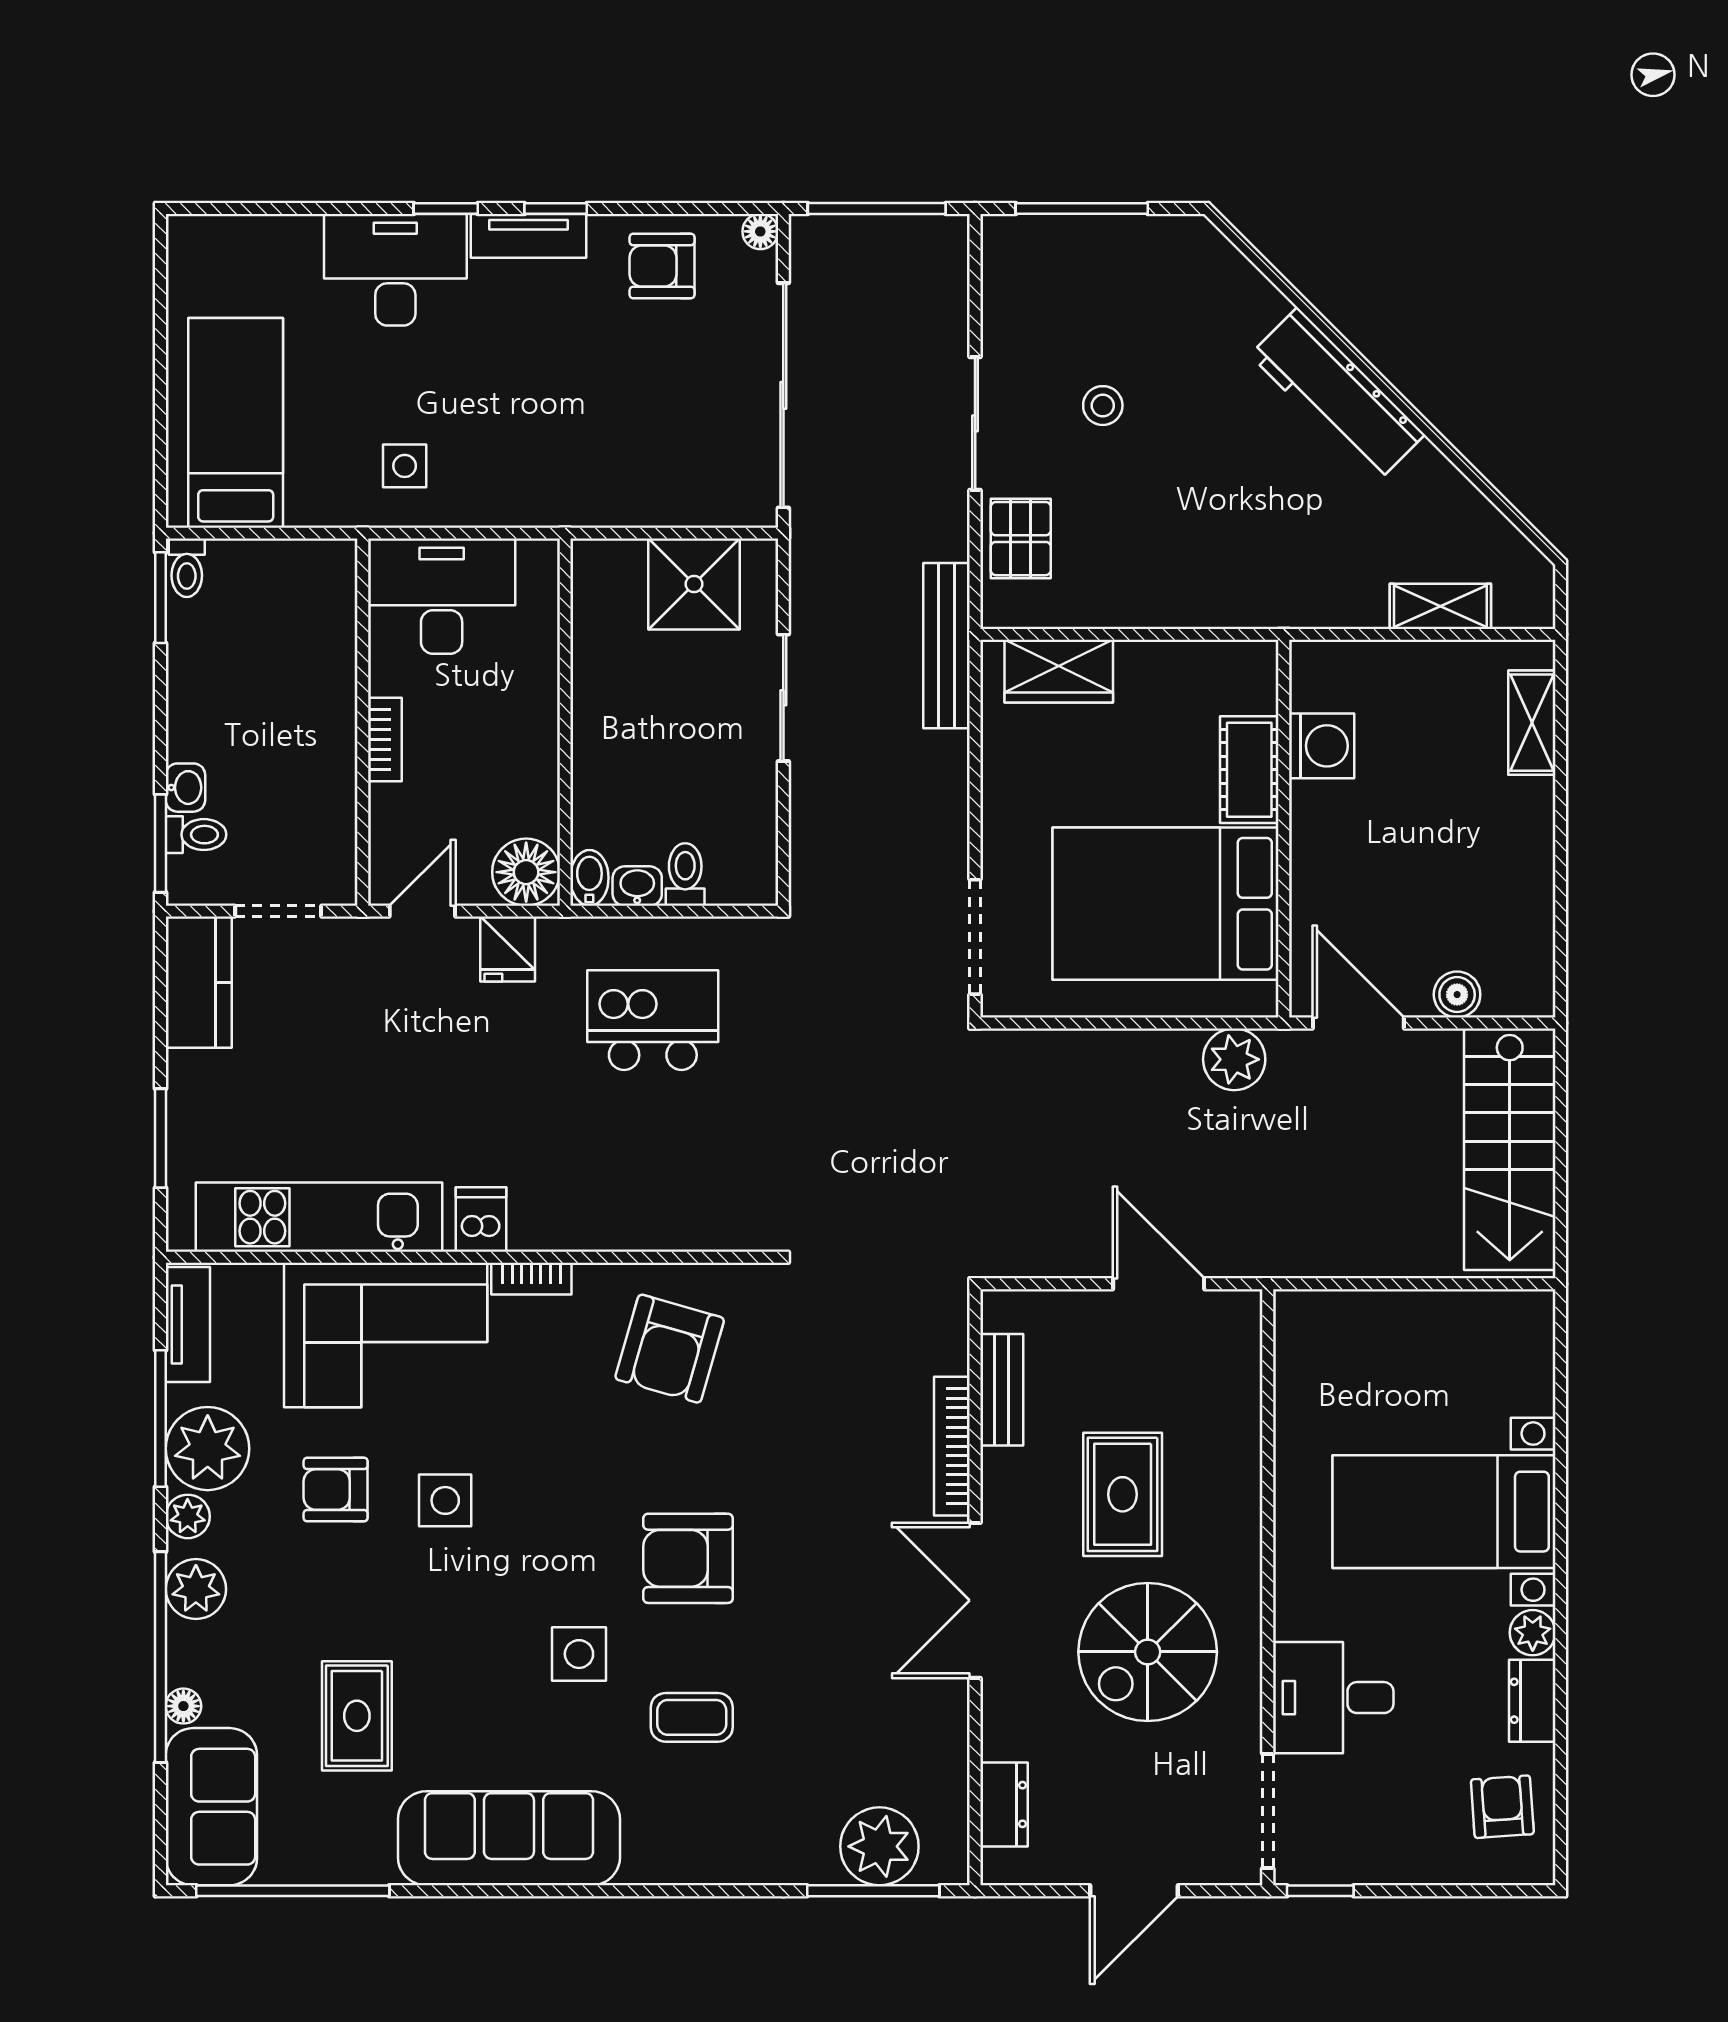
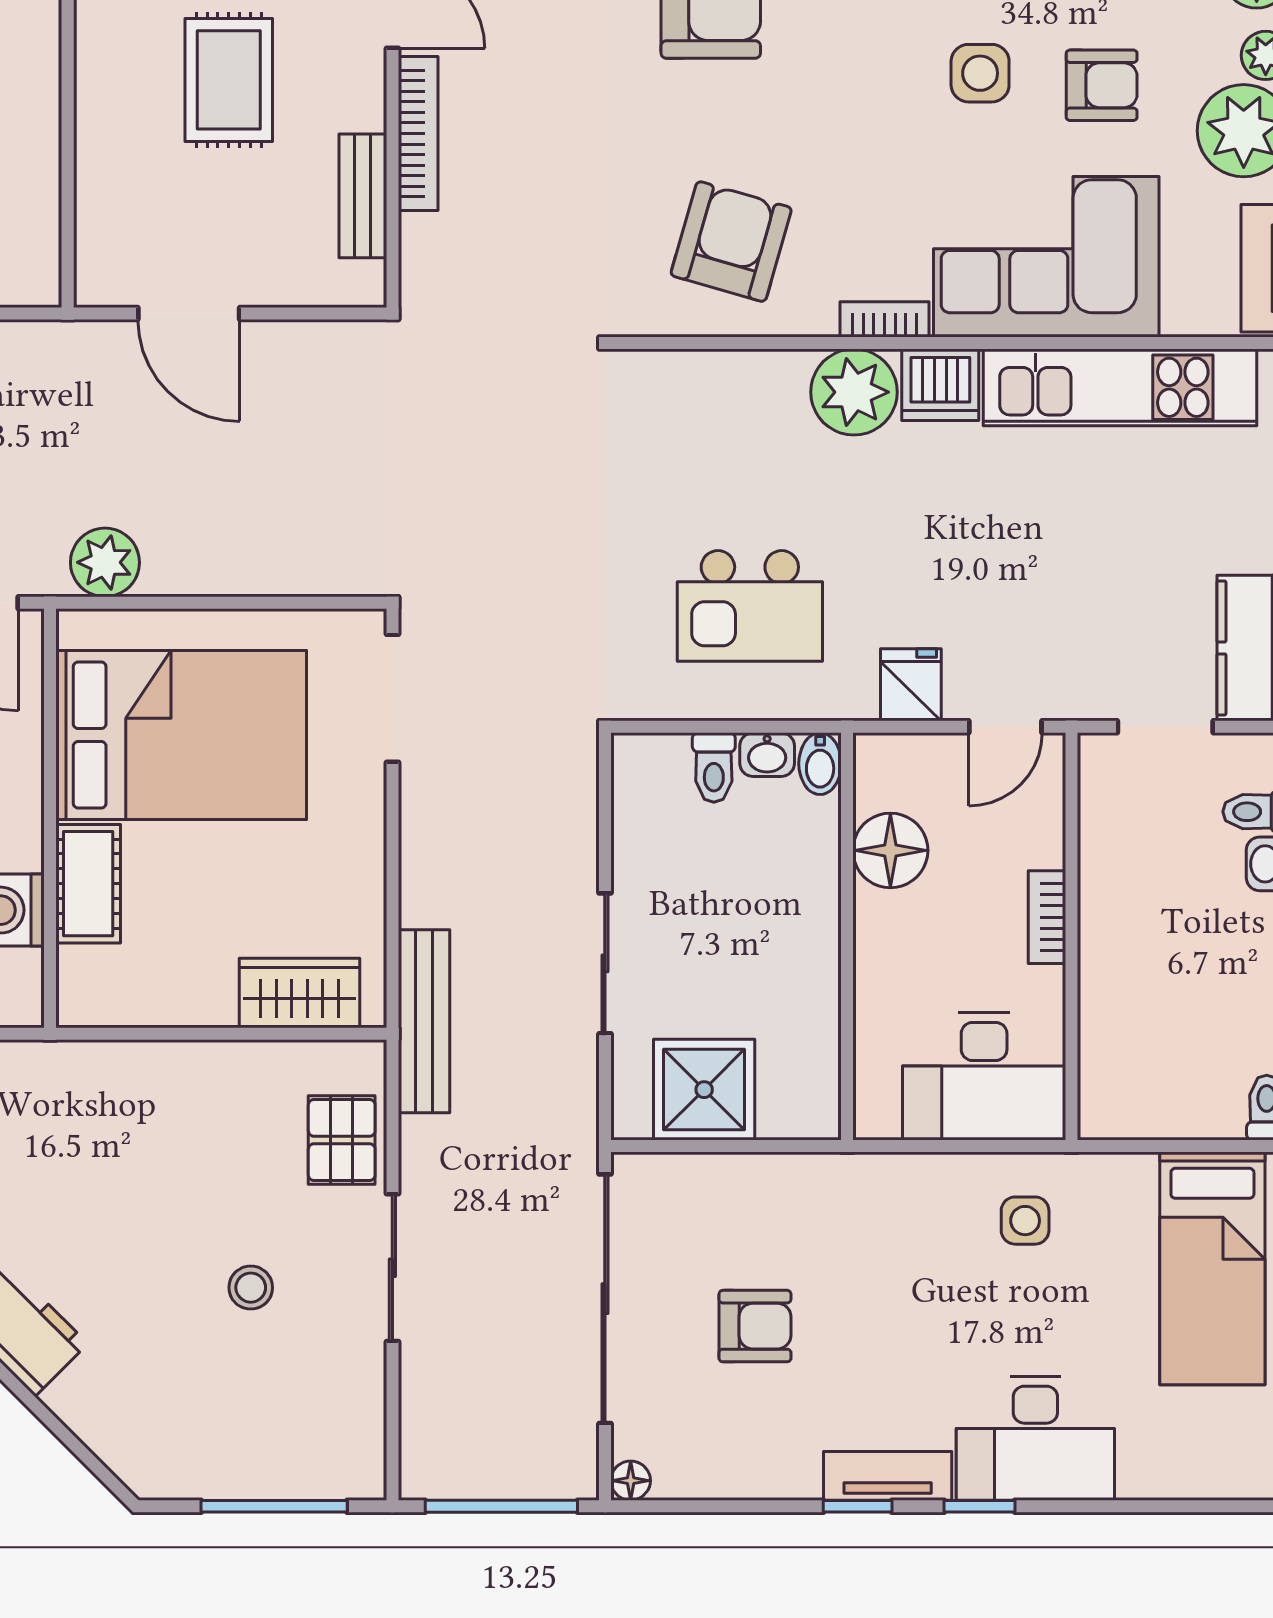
armchair: (662, 266) -> (755, 1326), moved
floor lamp: (526, 872) -> (890, 850), moved
plant: (559, 1213) -> (854, 392), added
dishwasher: (481, 1219) -> (940, 385), width x1.38

